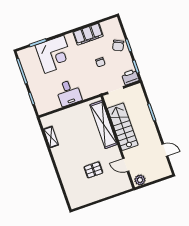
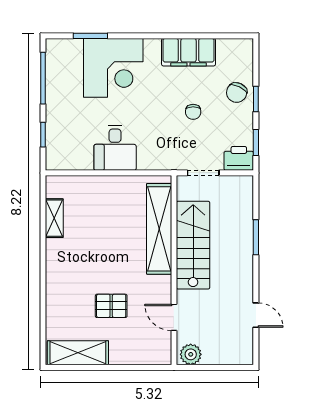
shelving: (85, 198) -> (78, 353), added

